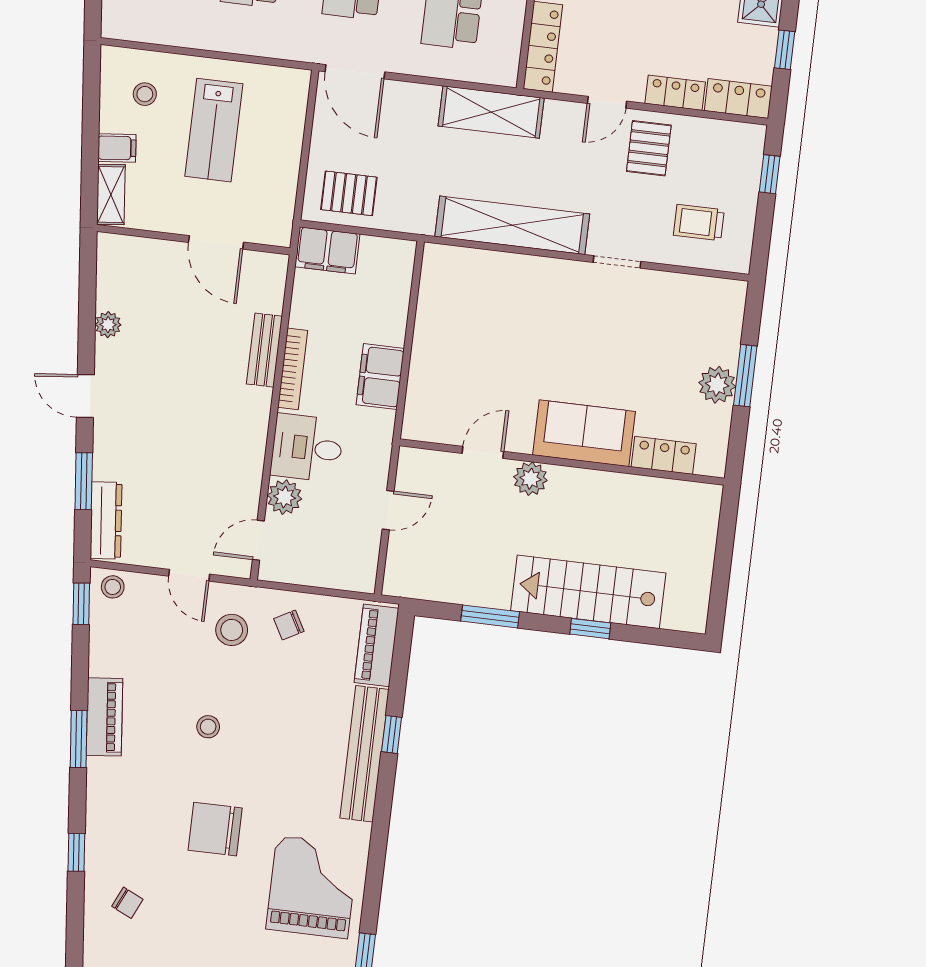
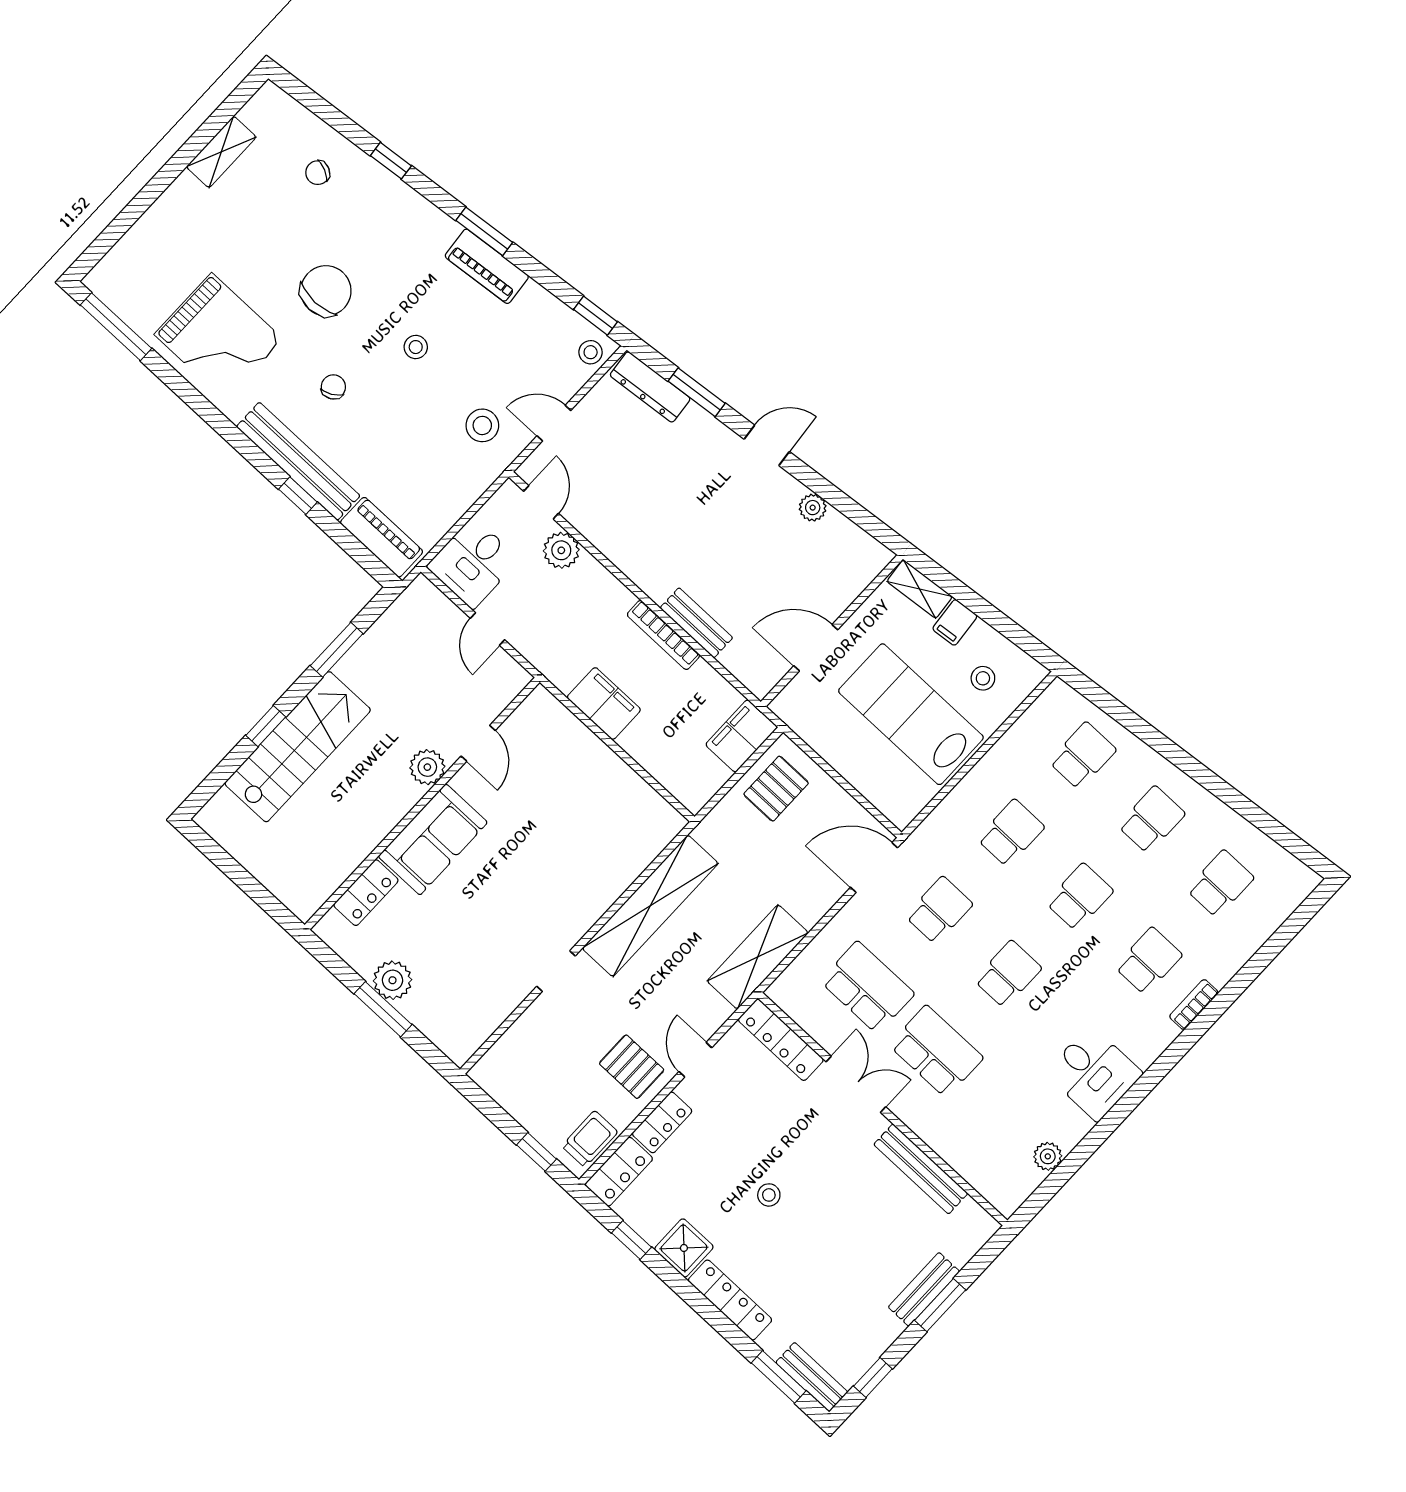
lab bench: (214, 130) -> (911, 714), width x1.36, depth x1.39
trolley: (699, 223) -> (590, 1139), moved
desk: (307, 448) -> (473, 563), moved, turned 180
chair: (289, 625) -> (333, 387), moved

